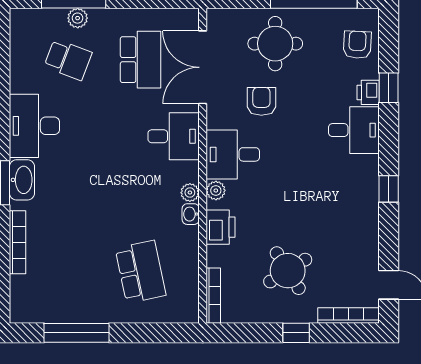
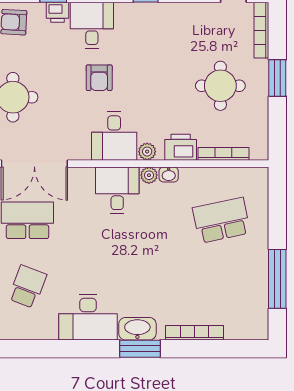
armchair: (261, 101) -> (99, 78), moved, turned -90
desk: (174, 136) -> (117, 190), moved
round table: (288, 271) -> (220, 86), turned 32
bookcase: (213, 296) -> (223, 154), moved
window: (296, 333) -> (277, 78), width x1.50

